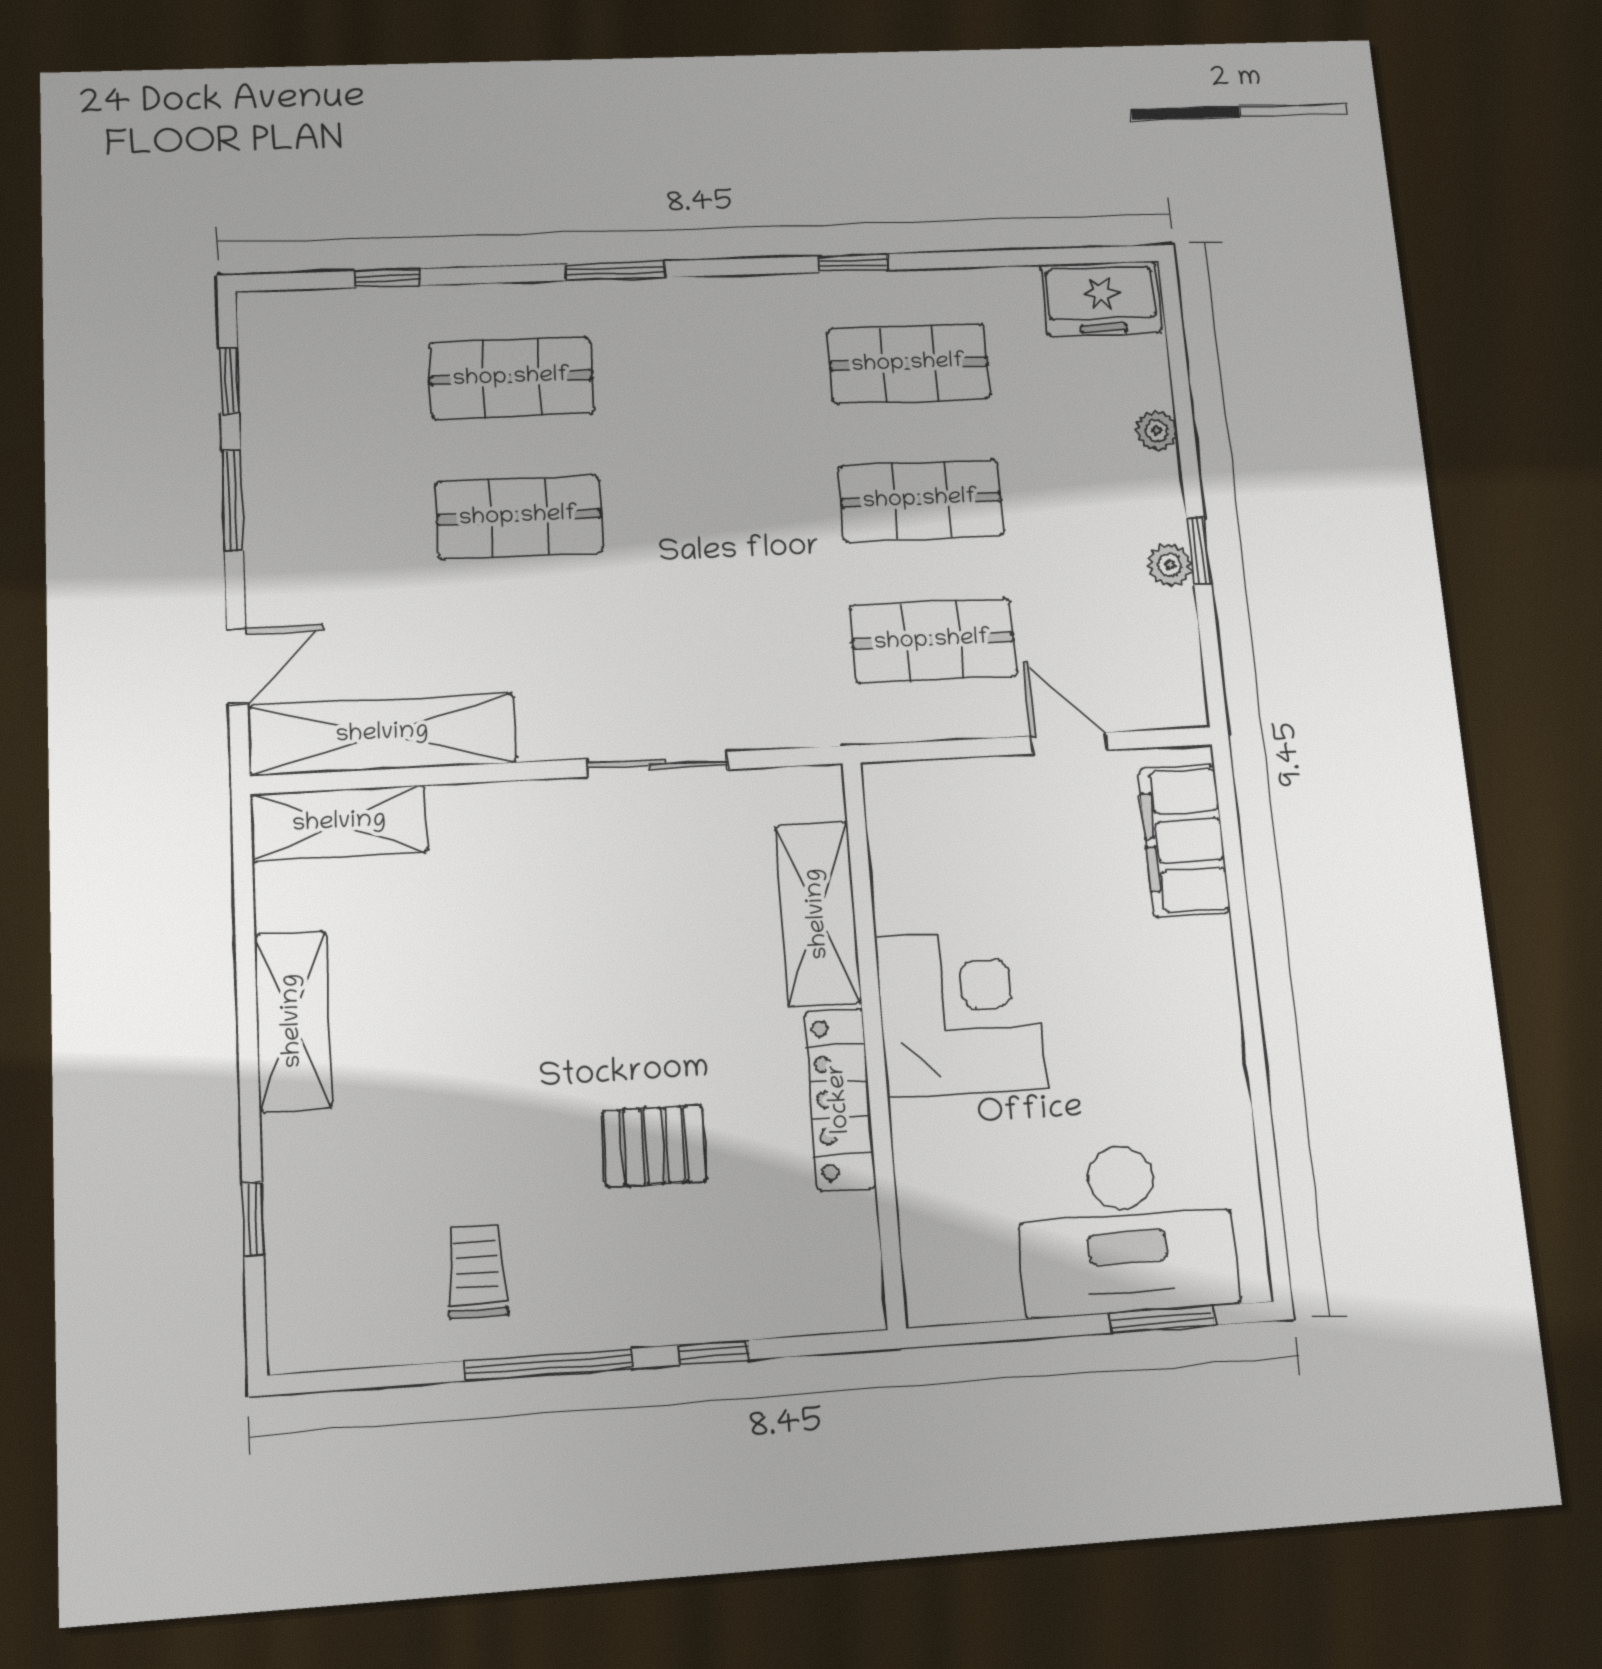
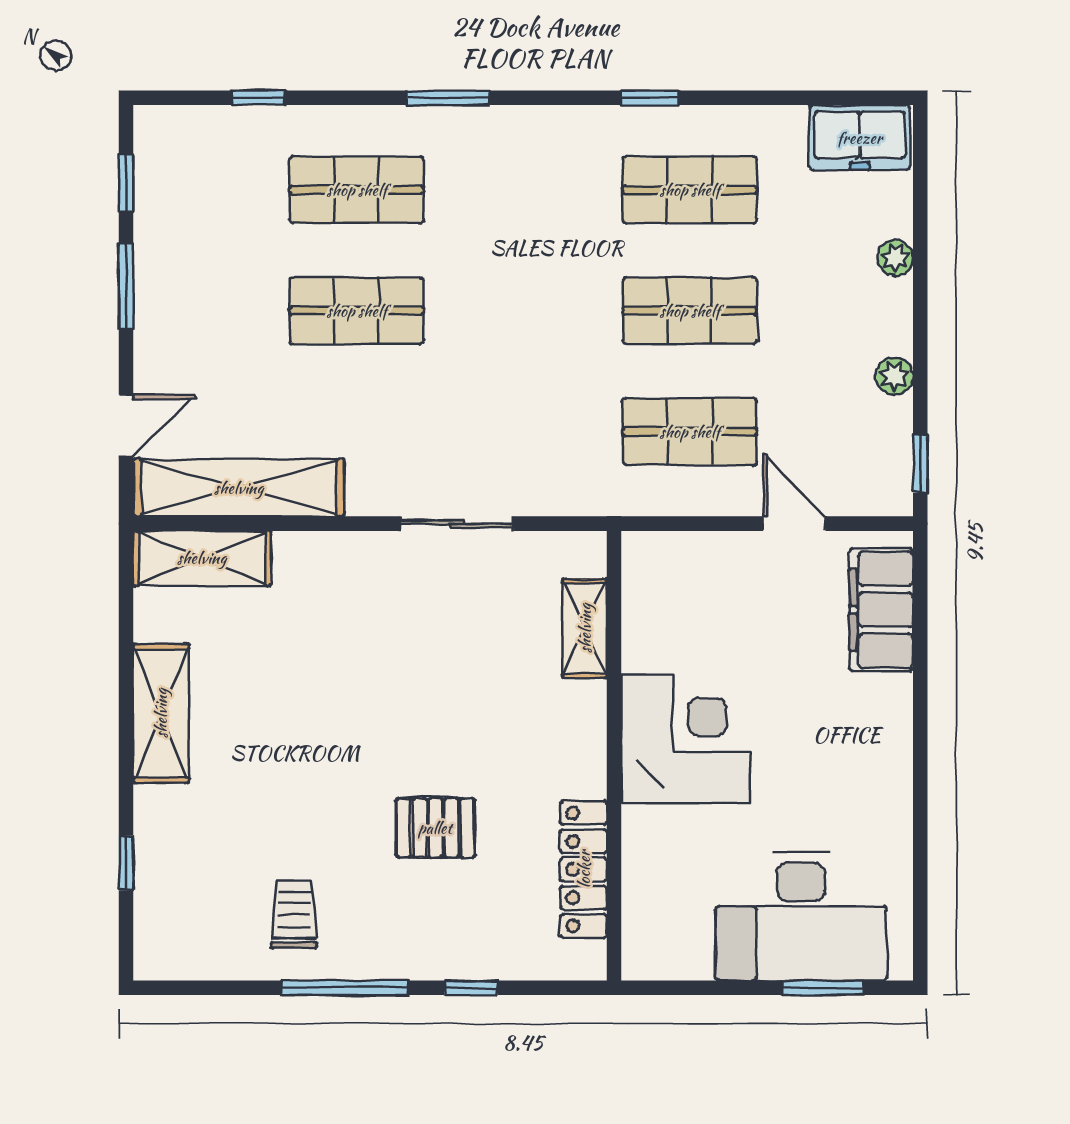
window: (1199, 551) -> (920, 464), moved
shelving: (818, 914) -> (585, 628), width x0.67, depth x0.75
locker: (840, 1099) -> (584, 869), moved

